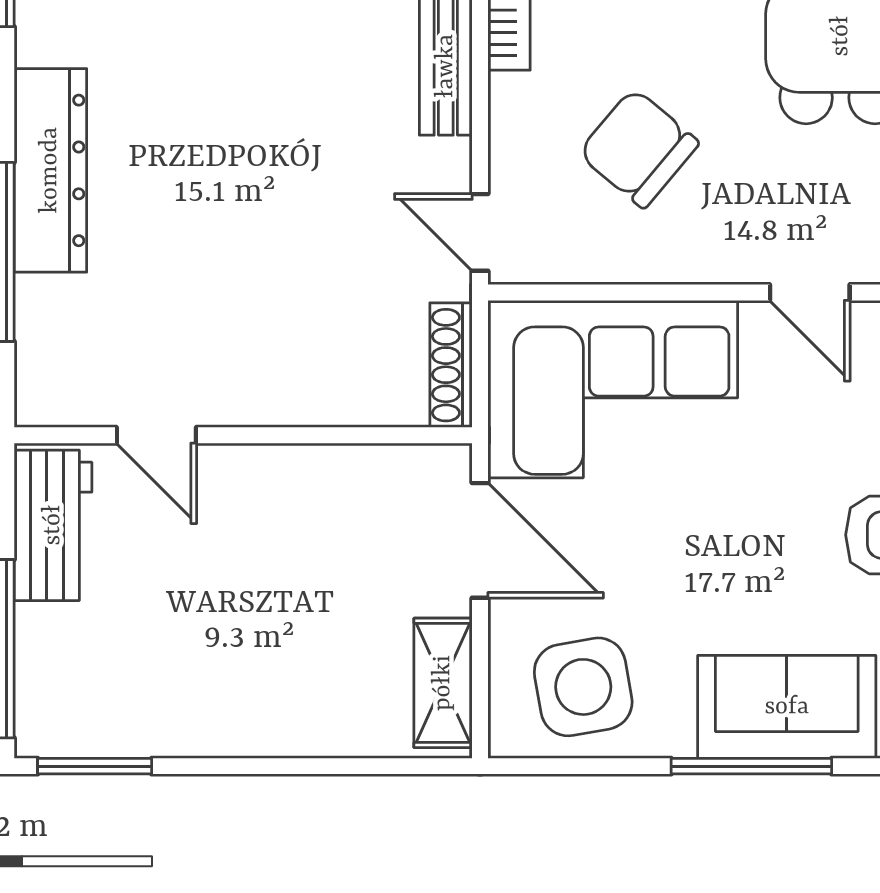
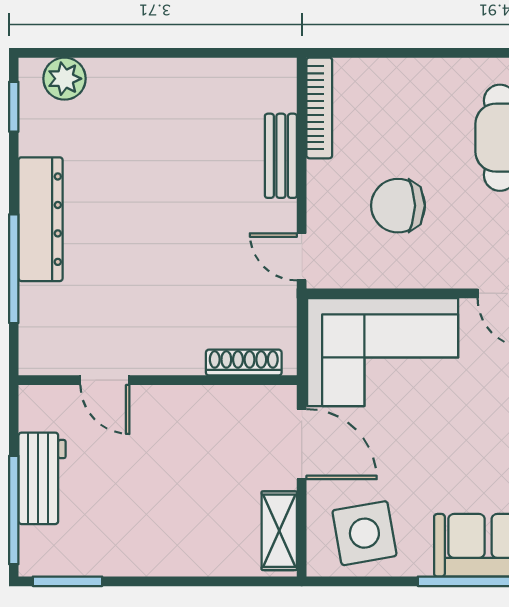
chair: (638, 148) -> (398, 206), turned -40
shoe rack: (451, 365) -> (244, 363), moved, turned 90
workbench: (53, 525) -> (42, 478), moved

